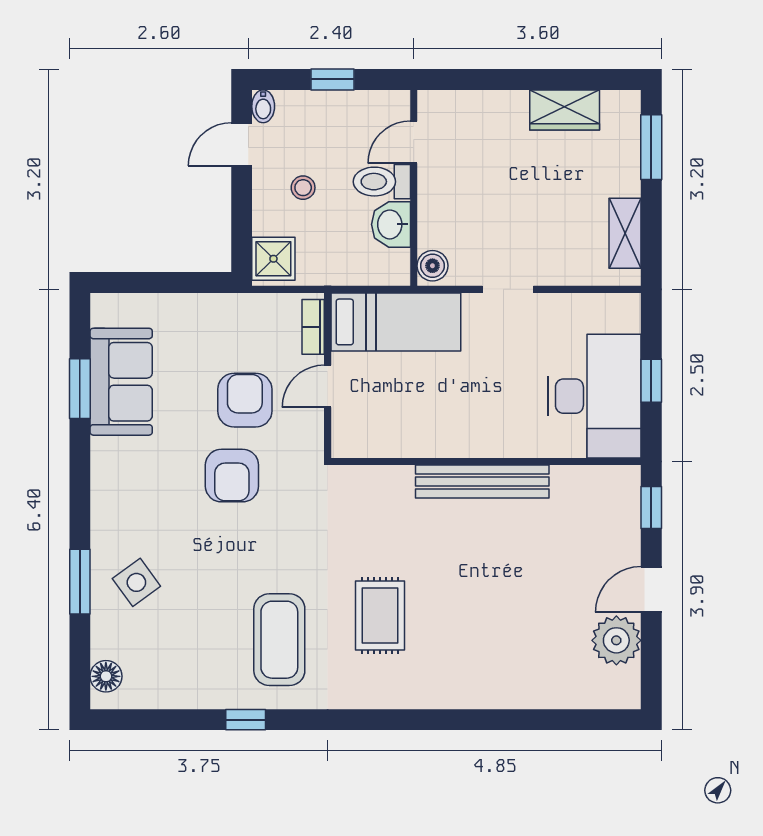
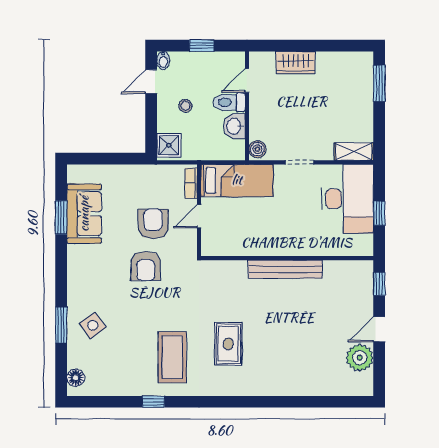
wardrobe: (565, 110) -> (296, 63), moved
shelving: (625, 233) -> (354, 152), moved, turned 90
desk: (594, 396) -> (348, 199), moved

